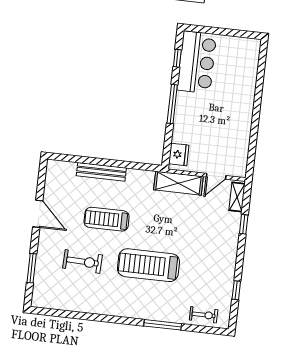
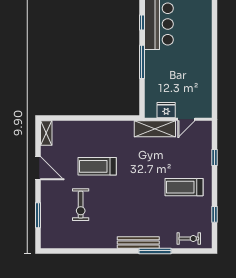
fridge: (179, 155) -> (166, 110), moved, turned -90
bench: (101, 172) -> (138, 242), moved
shelving: (237, 197) -> (46, 133), moved
exercise bike: (82, 262) -> (81, 205), turned 88
treadmill: (148, 265) -> (184, 187), moved, width x0.73, depth x0.73

